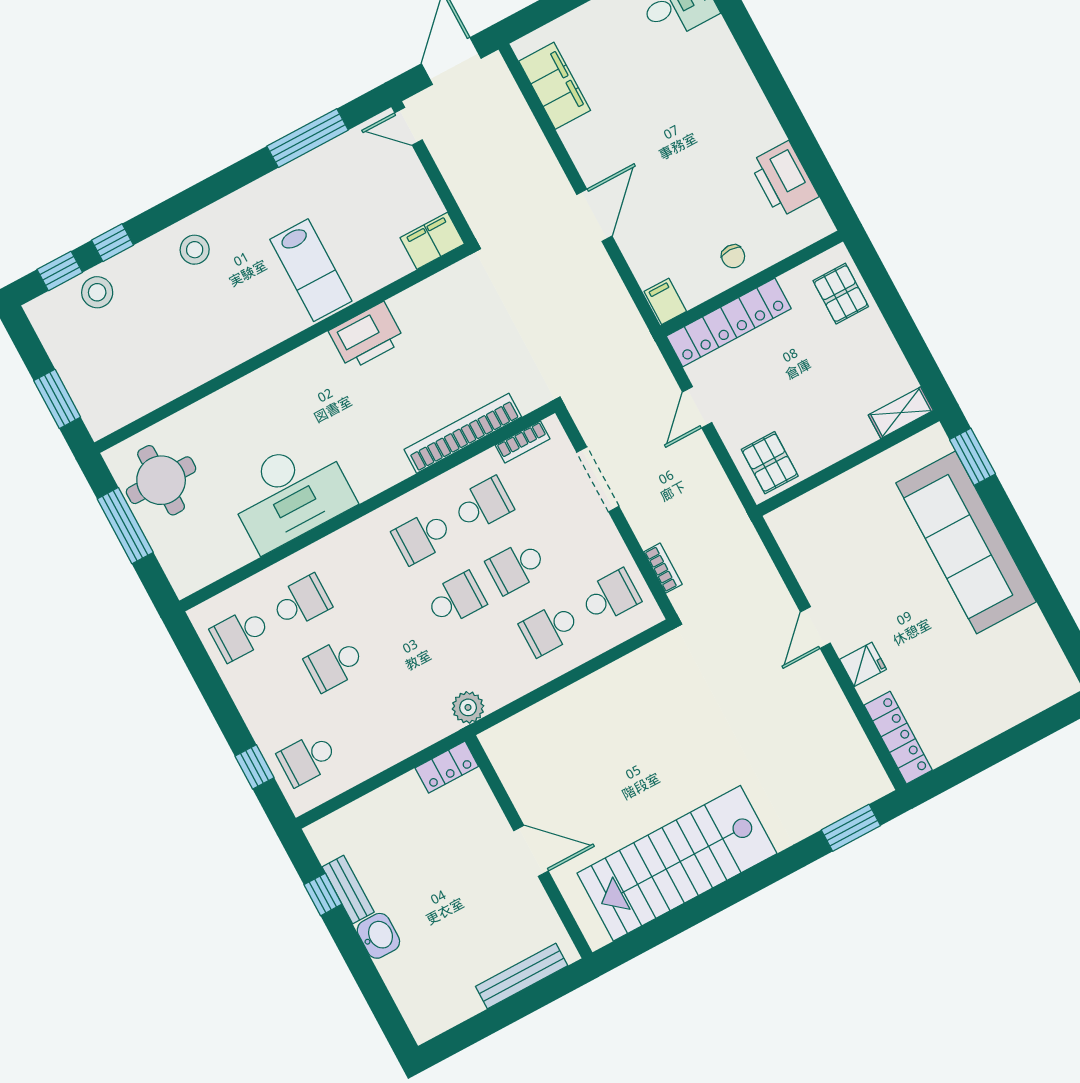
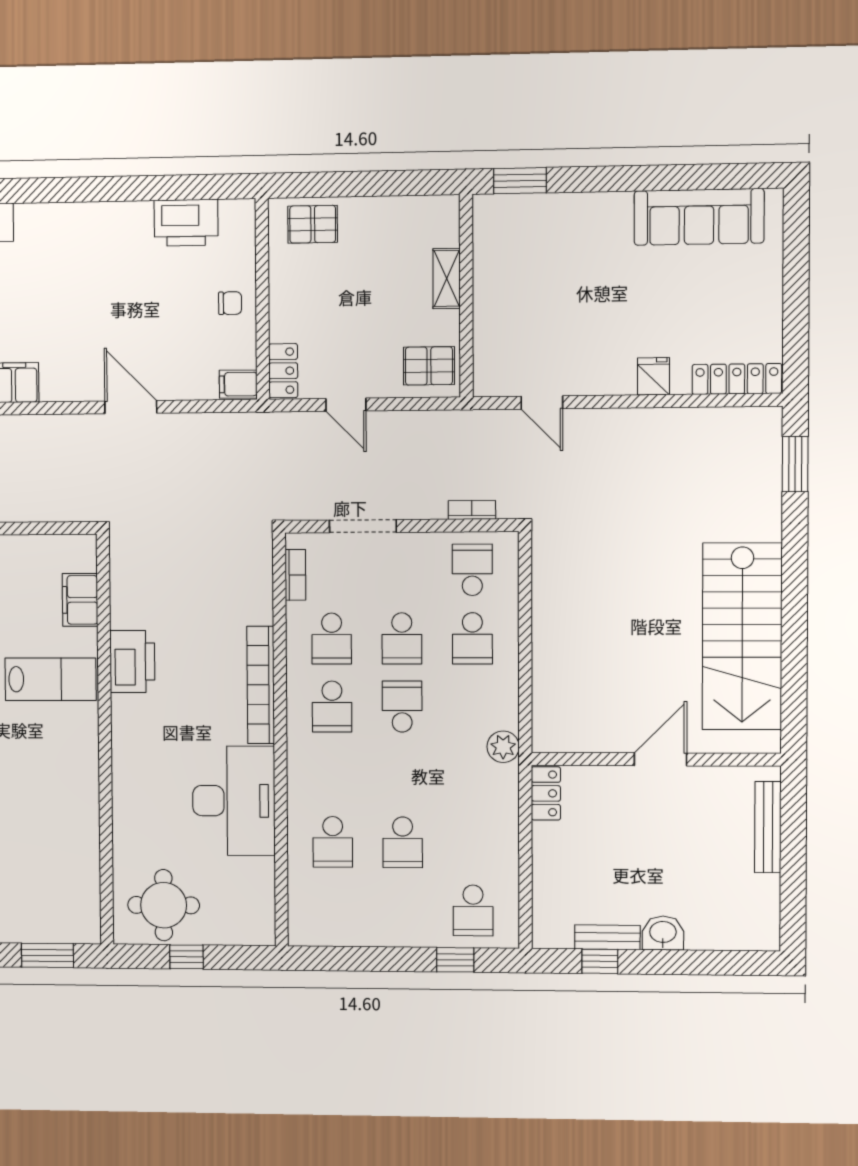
filing cabinet: (432, 241) -> (80, 600), moved
locker: (729, 322) -> (283, 371), width x0.46, depth x0.83
shelving: (901, 413) -> (447, 278), moved
bookcase: (463, 433) -> (261, 685), moved
school desk: (483, 504) -> (332, 639), turned 180
window: (125, 526) -> (186, 957), width x0.46
sofa: (966, 542) -> (699, 217), moved, width x0.74, depth x0.79
school desk: (301, 602) -> (333, 842), turned 180
door: (815, 628) -> (542, 402), moved
school desk: (241, 634) -> (333, 909), removed

